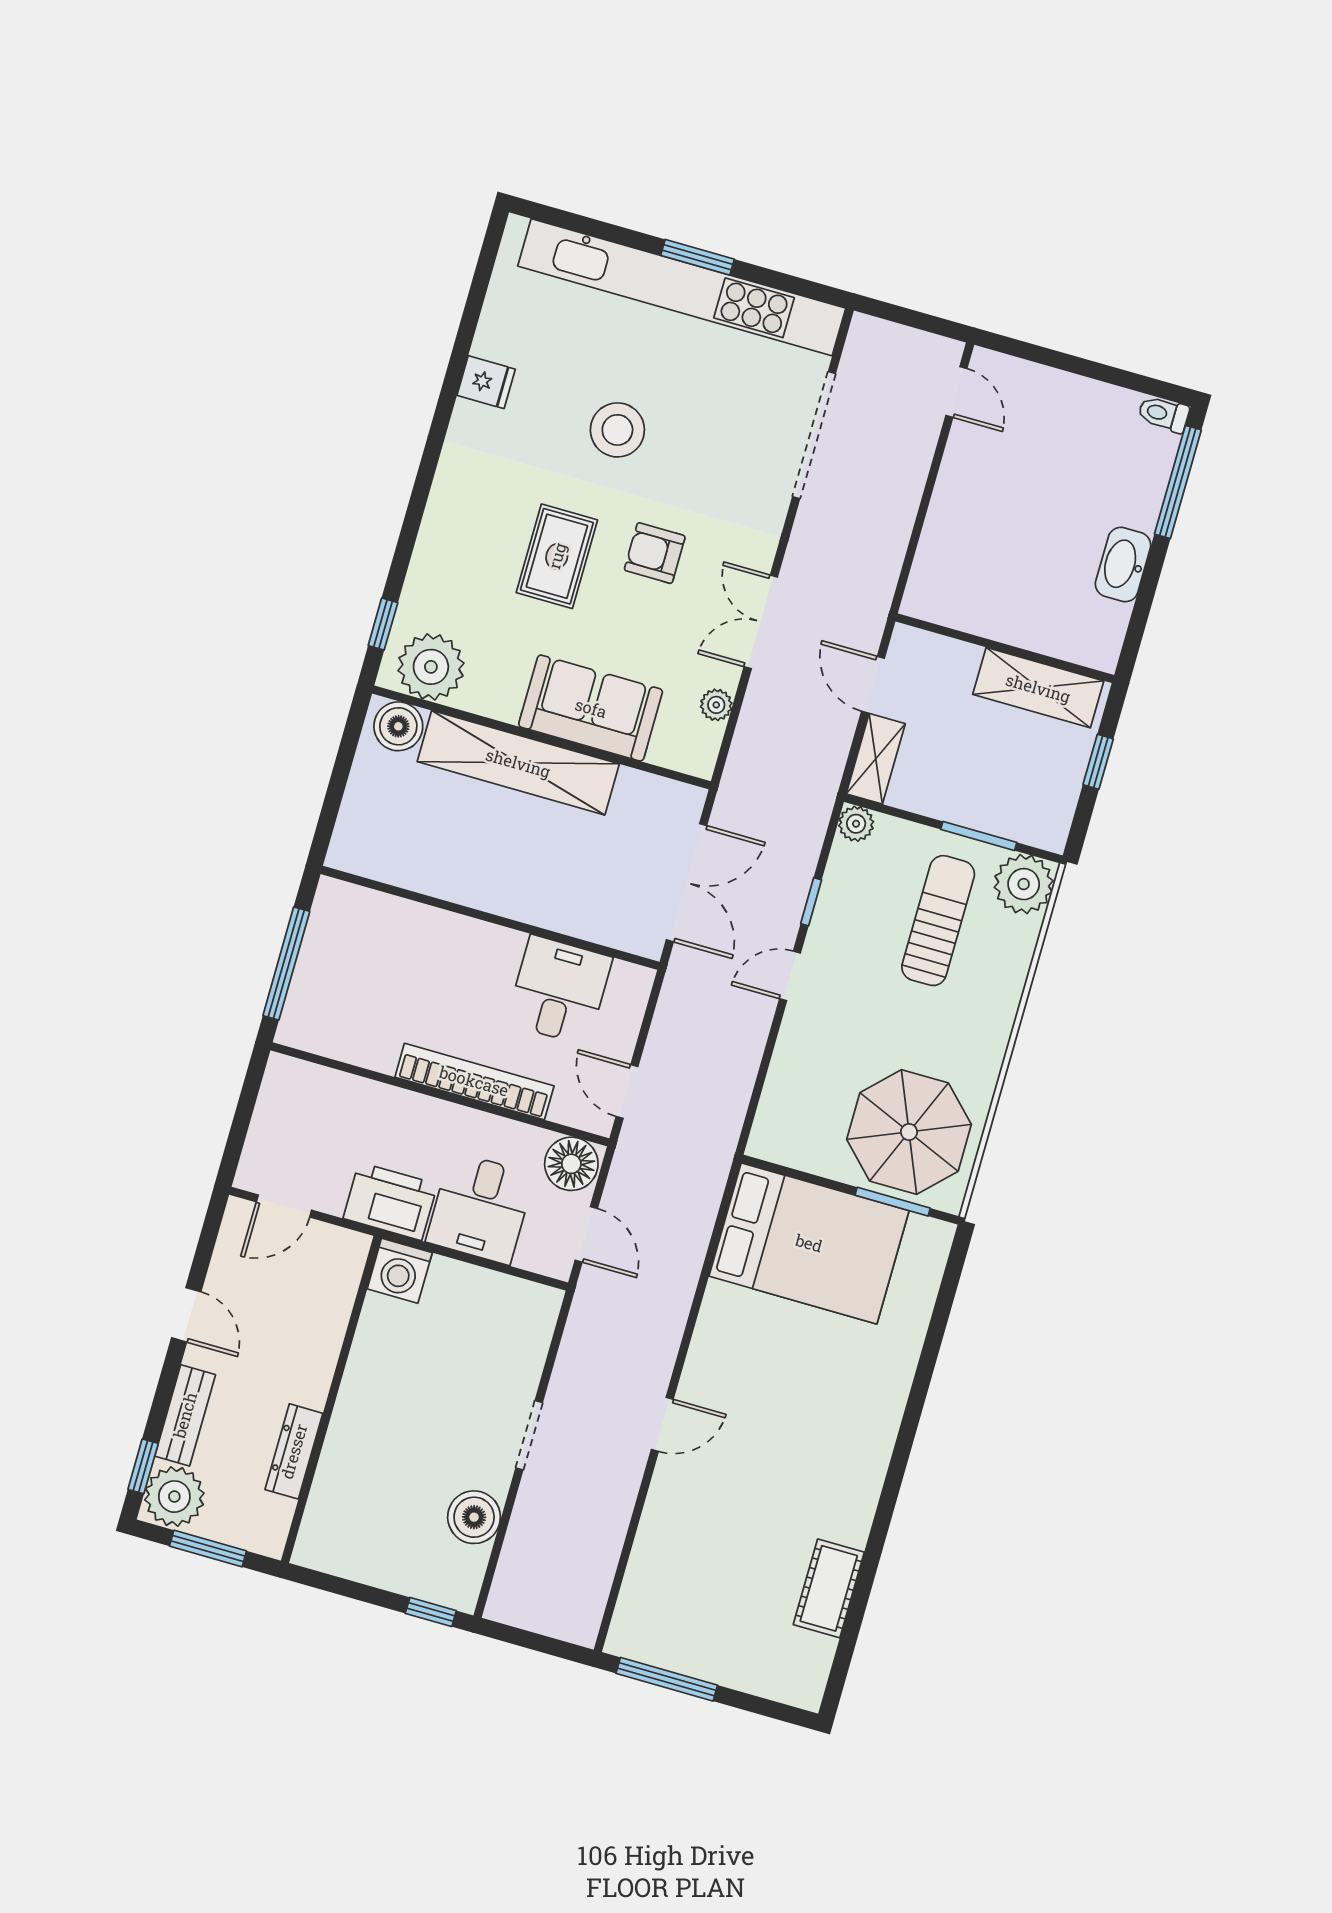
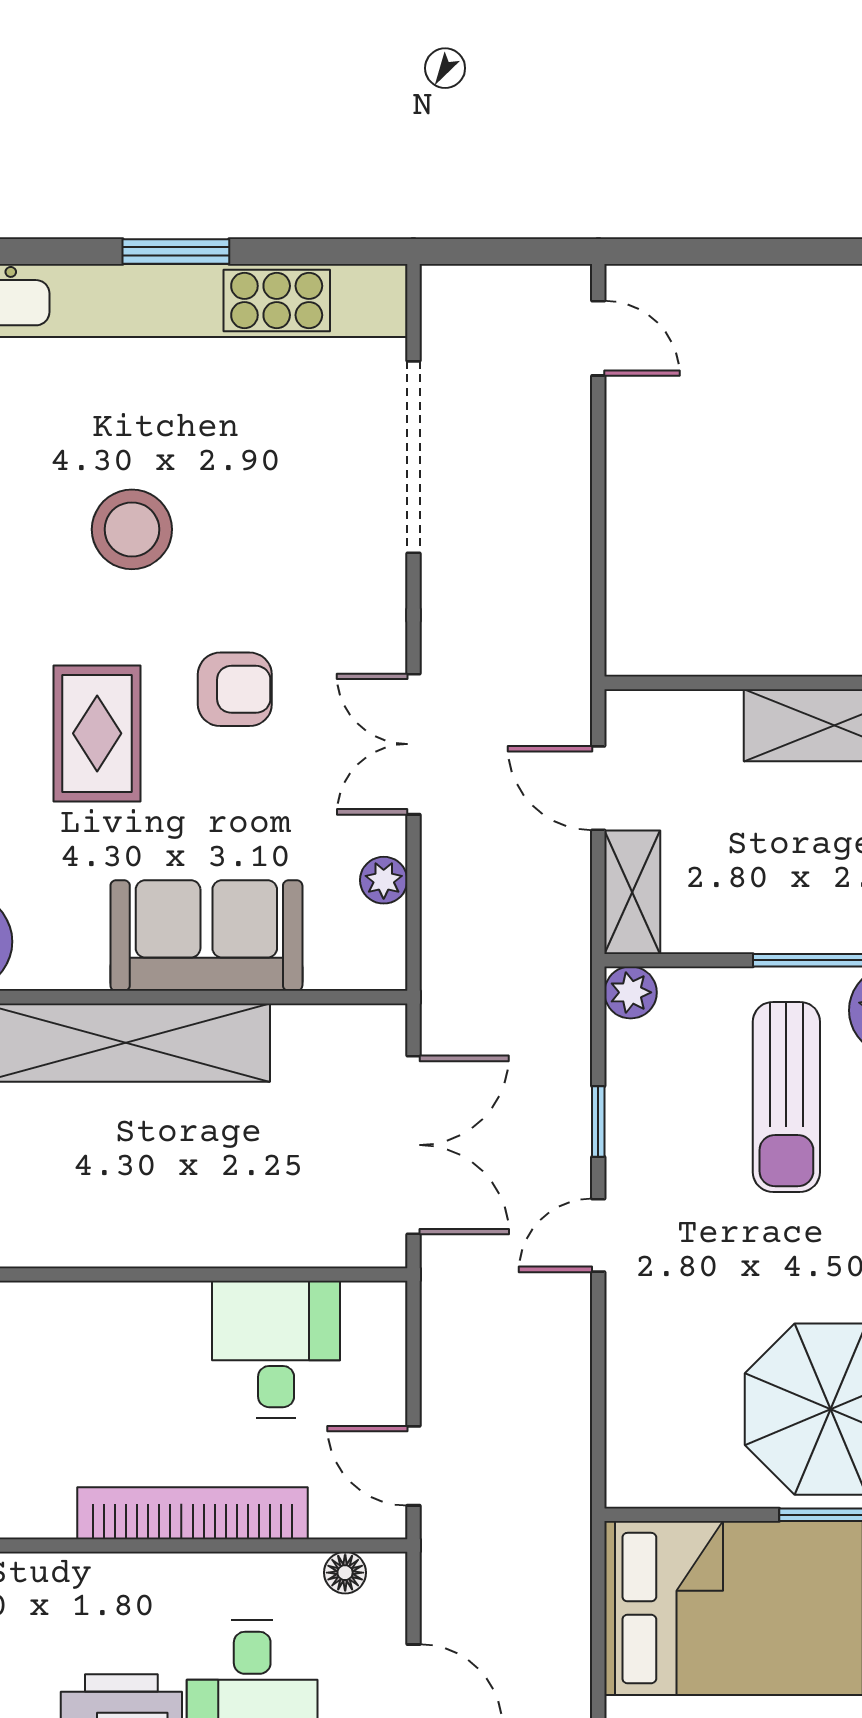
armchair: (655, 553) -> (235, 689), turned 180
sun lounger: (938, 921) -> (786, 1097), turned 180
floor lamp: (571, 1164) -> (345, 1573), width x0.53, depth x0.53

